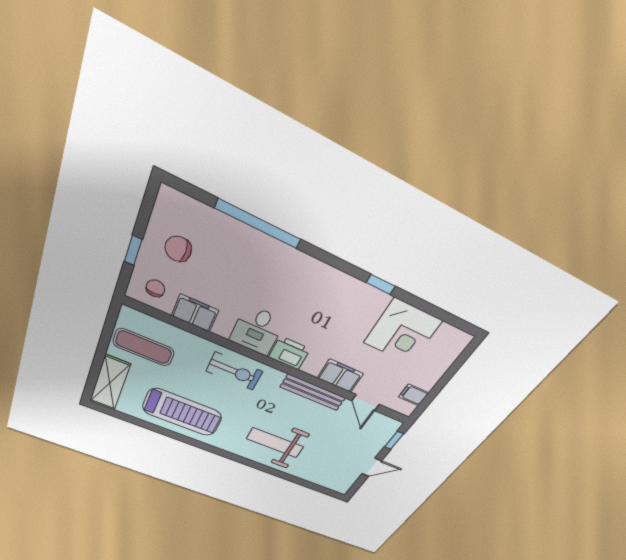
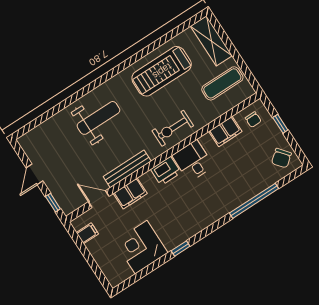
chair: (178, 249) -> (281, 158), moved, turned 141

